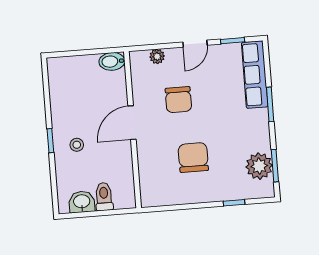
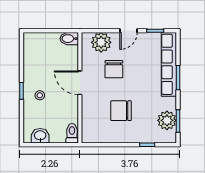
plant: (157, 56) -> (101, 42), width x1.88, depth x1.88
row of seats: (255, 75) -> (169, 64), width x1.36
door: (132, 123) -> (80, 83), hinge flipped
chair: (193, 157) -> (121, 111), turned -90
toilet: (104, 197) -> (72, 133), moved

